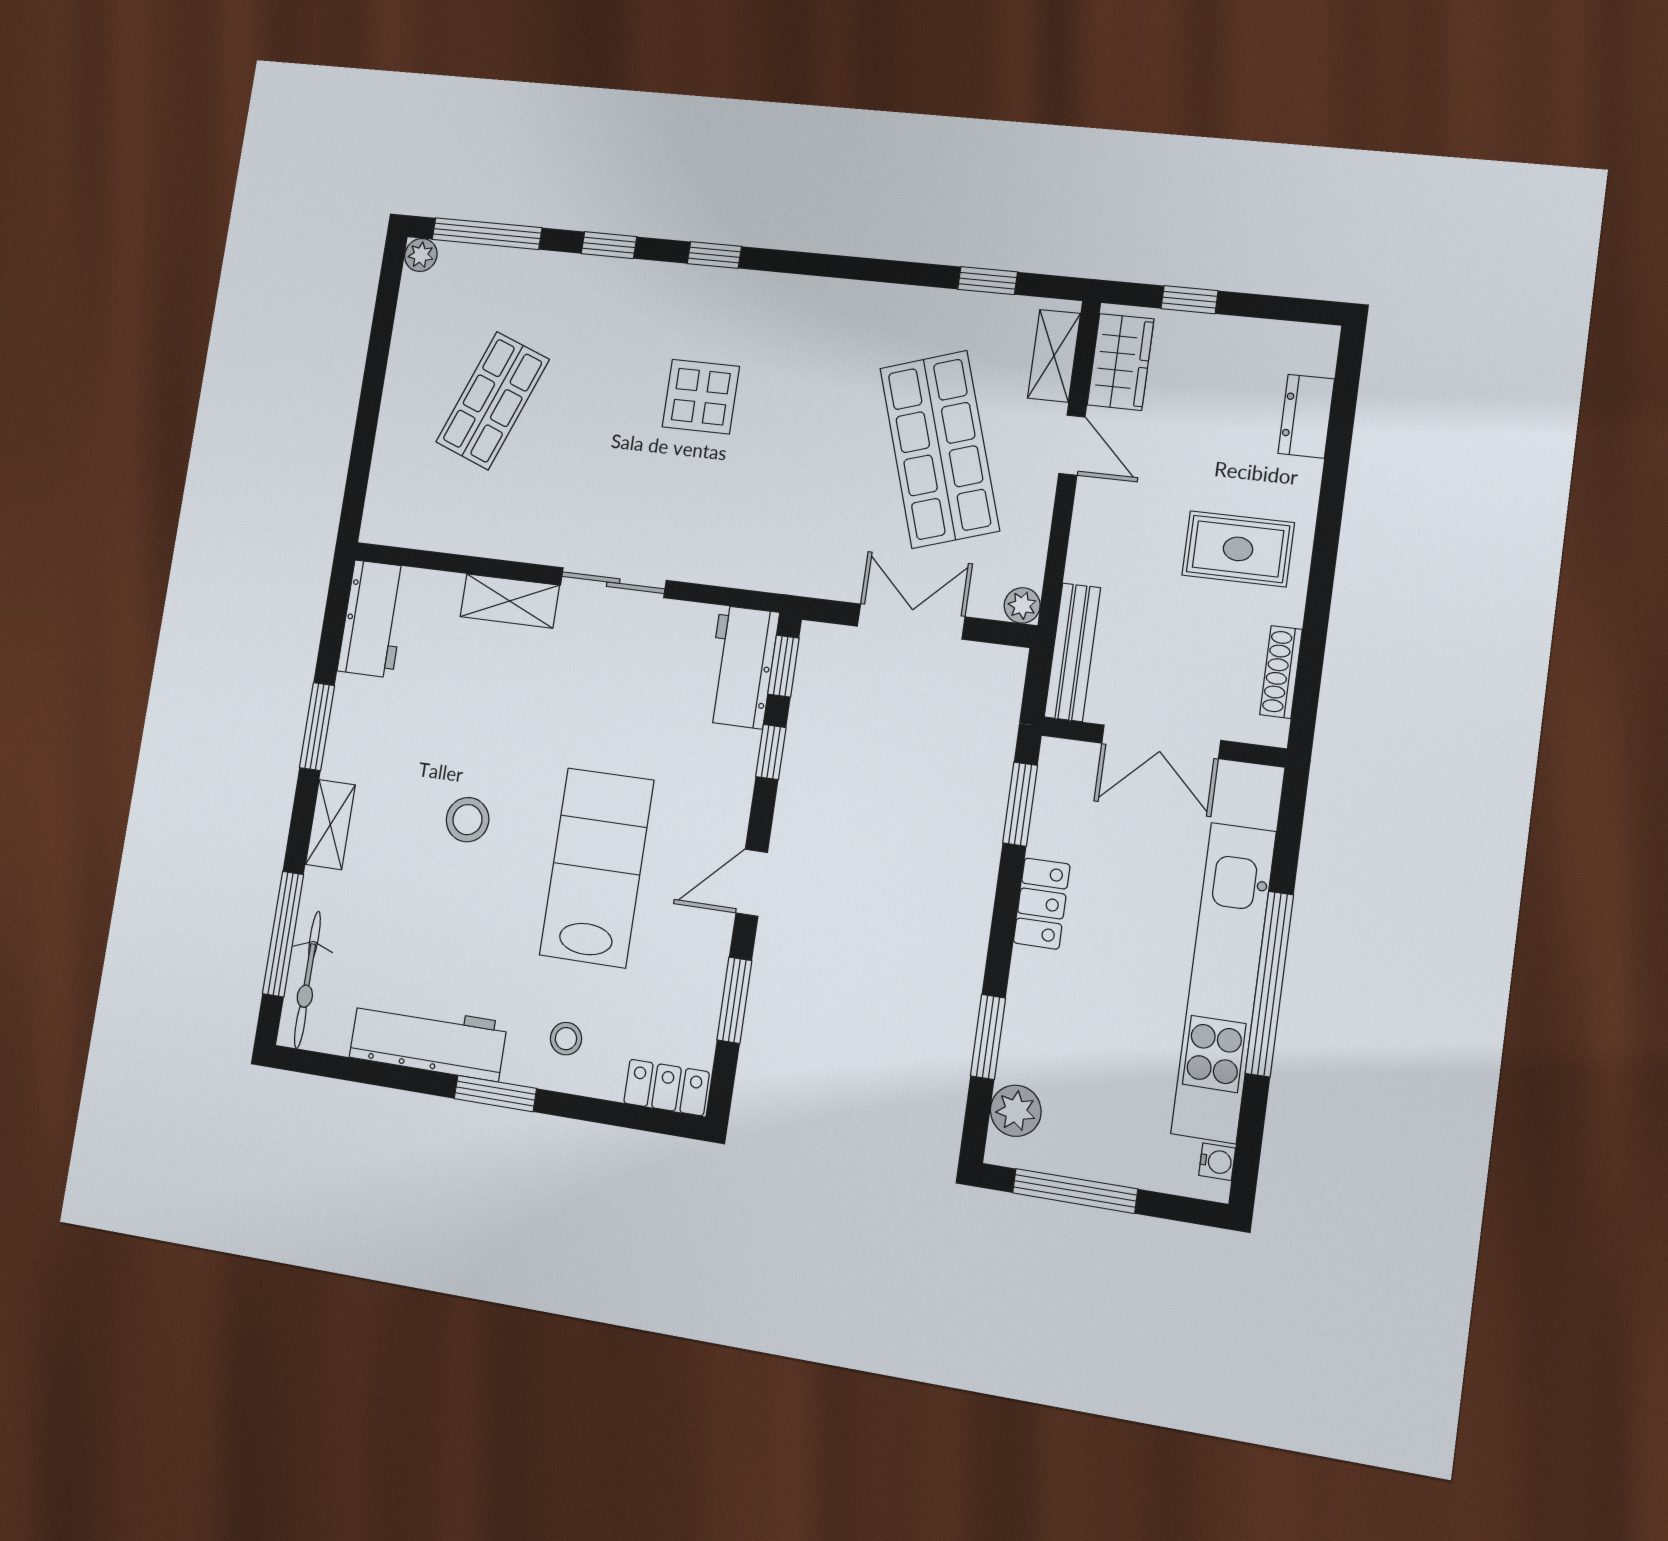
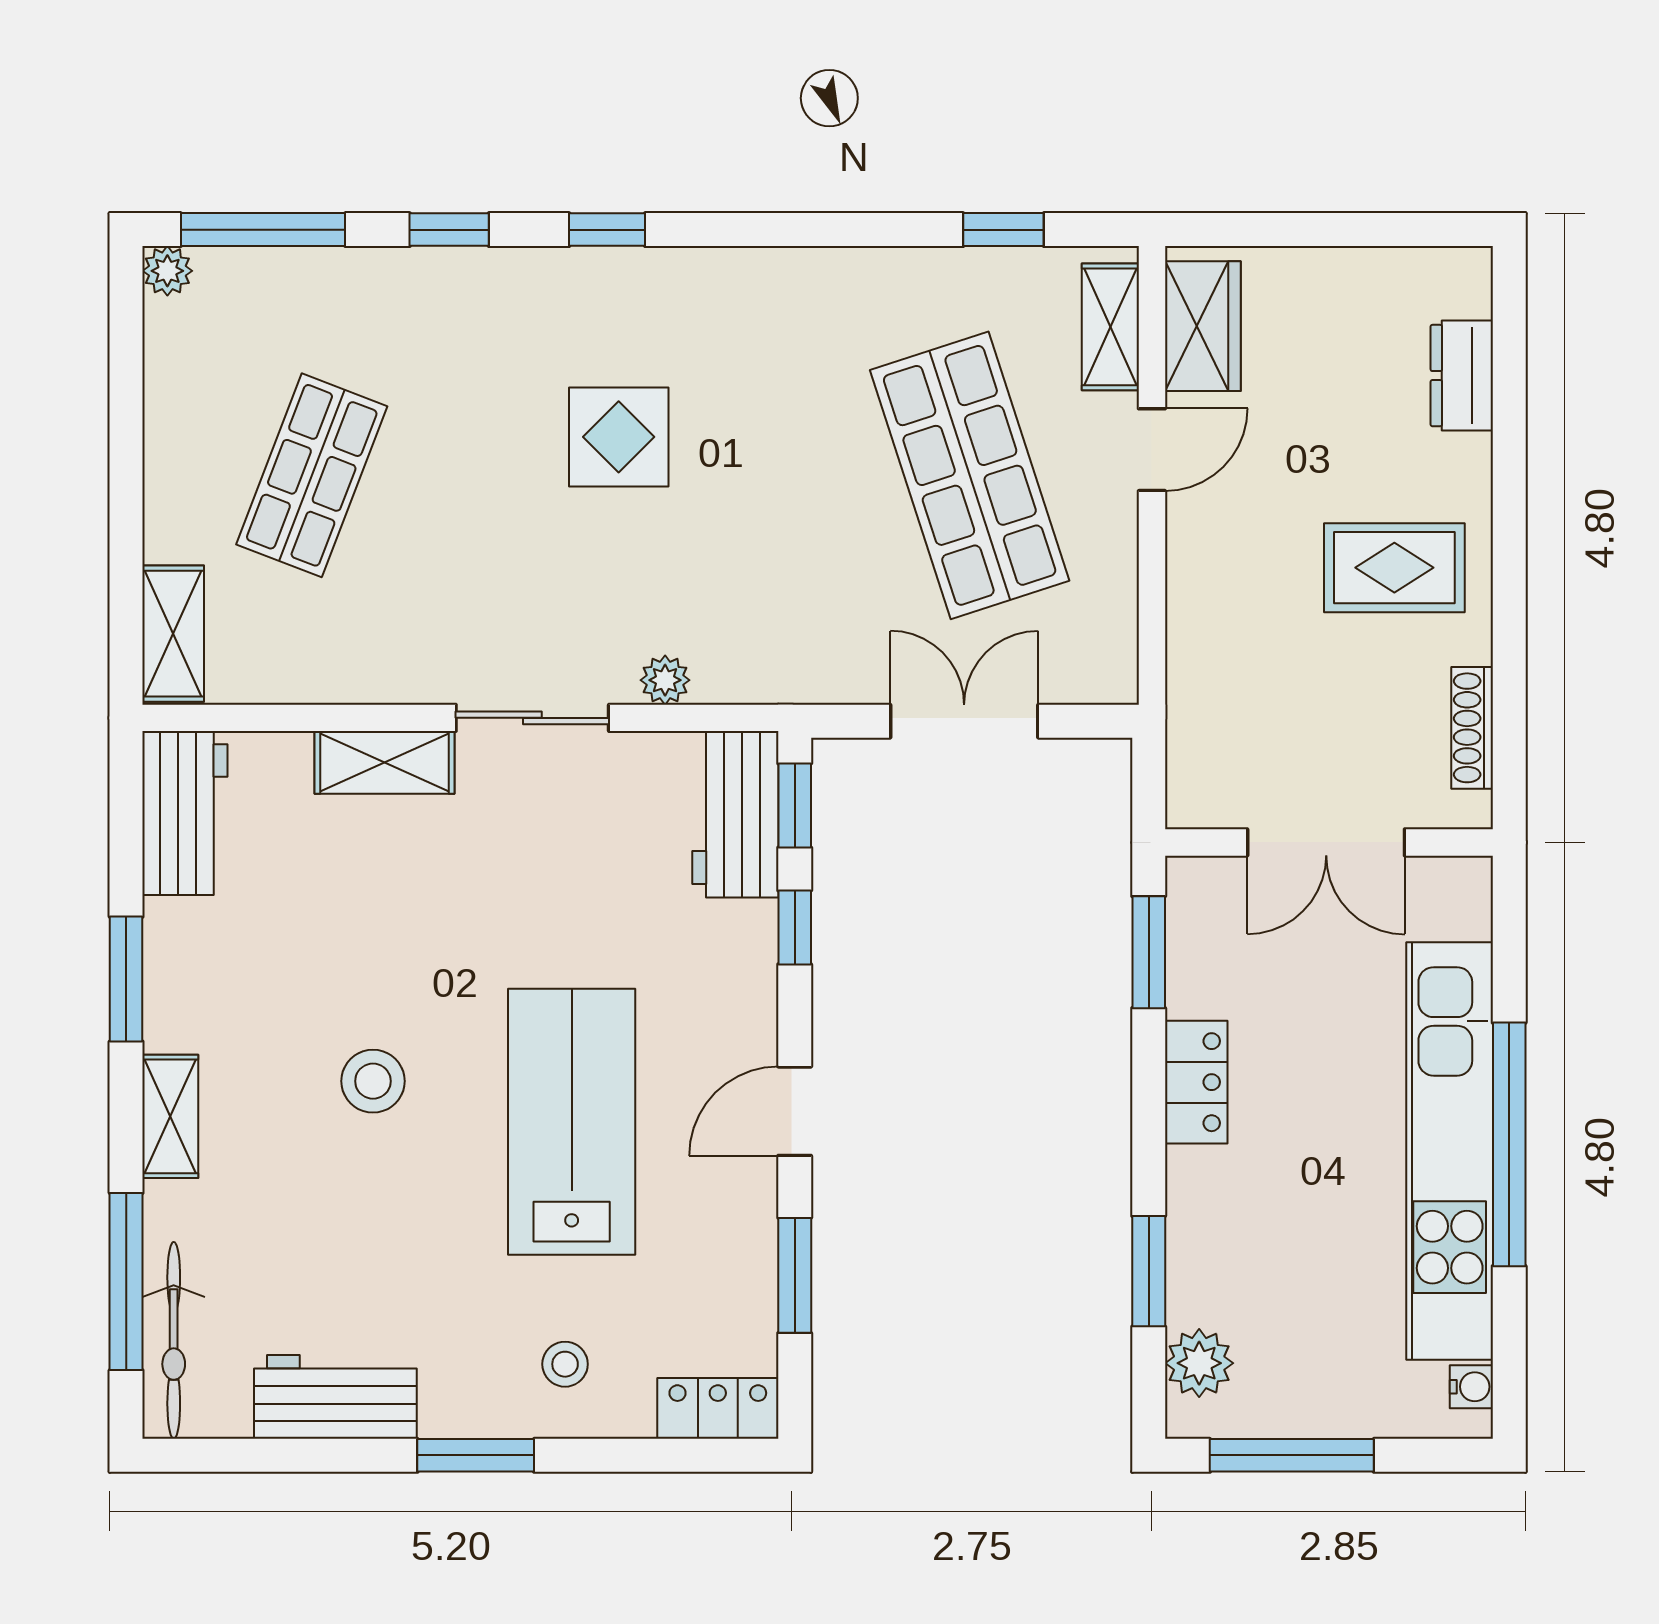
window: (1189, 300) -> (1285, 230), removed
door: (1072, 445) -> (1152, 450), hinge flipped
shelving: (385, 497) -> (173, 634), added
plant: (1022, 605) -> (665, 680), moved
bench: (1072, 652) -> (1191, 736), removed
workbench: (428, 1040) -> (335, 1397), width x0.73

